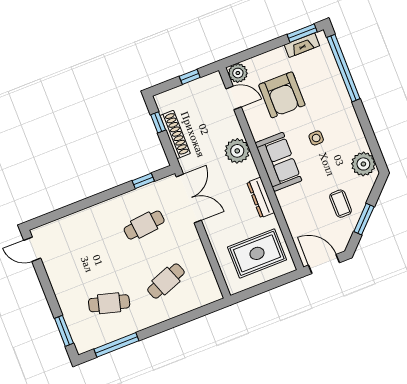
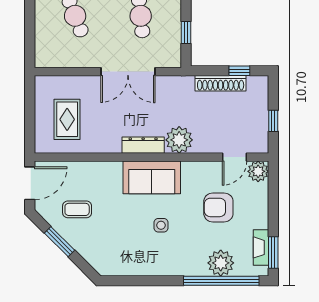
armchair: (282, 95) -> (218, 207), width x0.73, depth x0.73
plant: (363, 164) -> (221, 263), moved
dresser: (261, 197) -> (143, 145), moved
double door: (189, 198) -> (128, 72), moved
coffee table: (341, 204) -> (77, 209), moved
rug: (257, 253) -> (67, 119), width x0.73, depth x0.70

